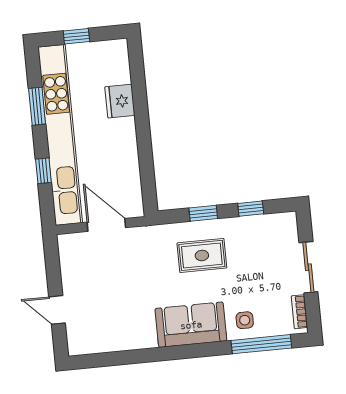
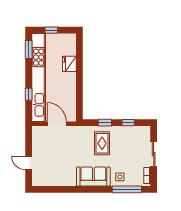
window: (37, 106) -> (29, 49), moved
rug: (202, 255) -> (102, 143), turned 90

